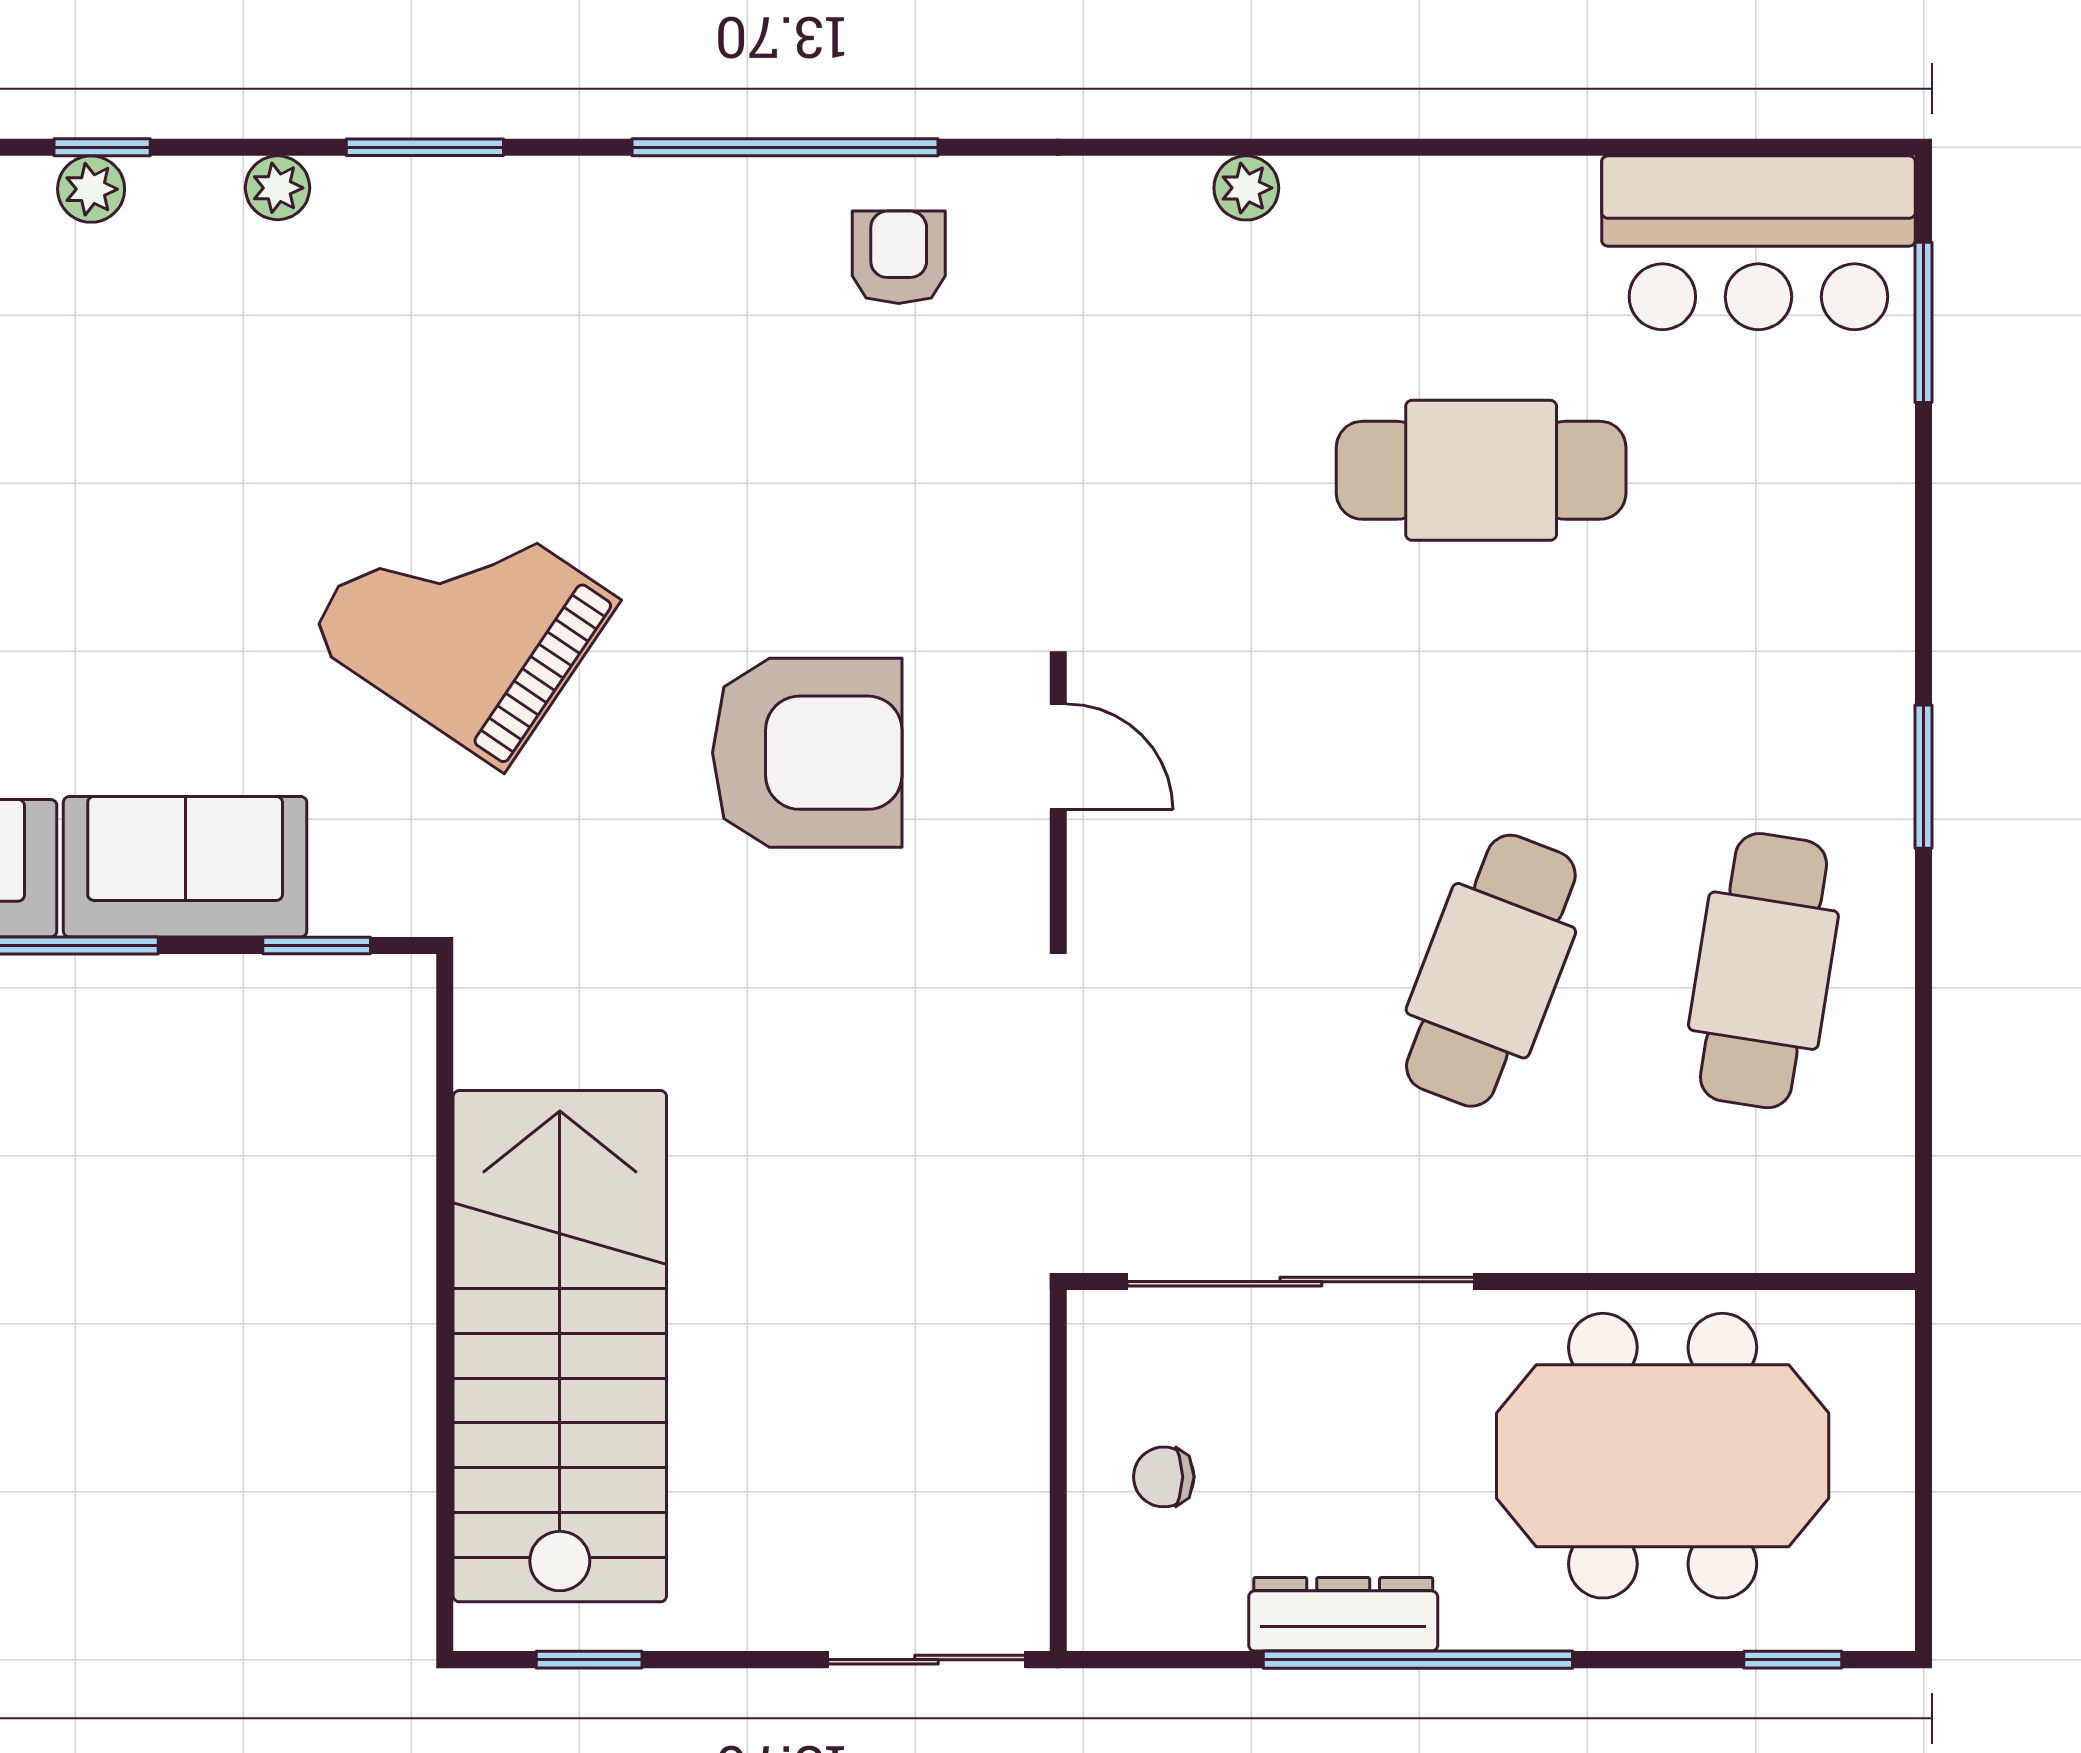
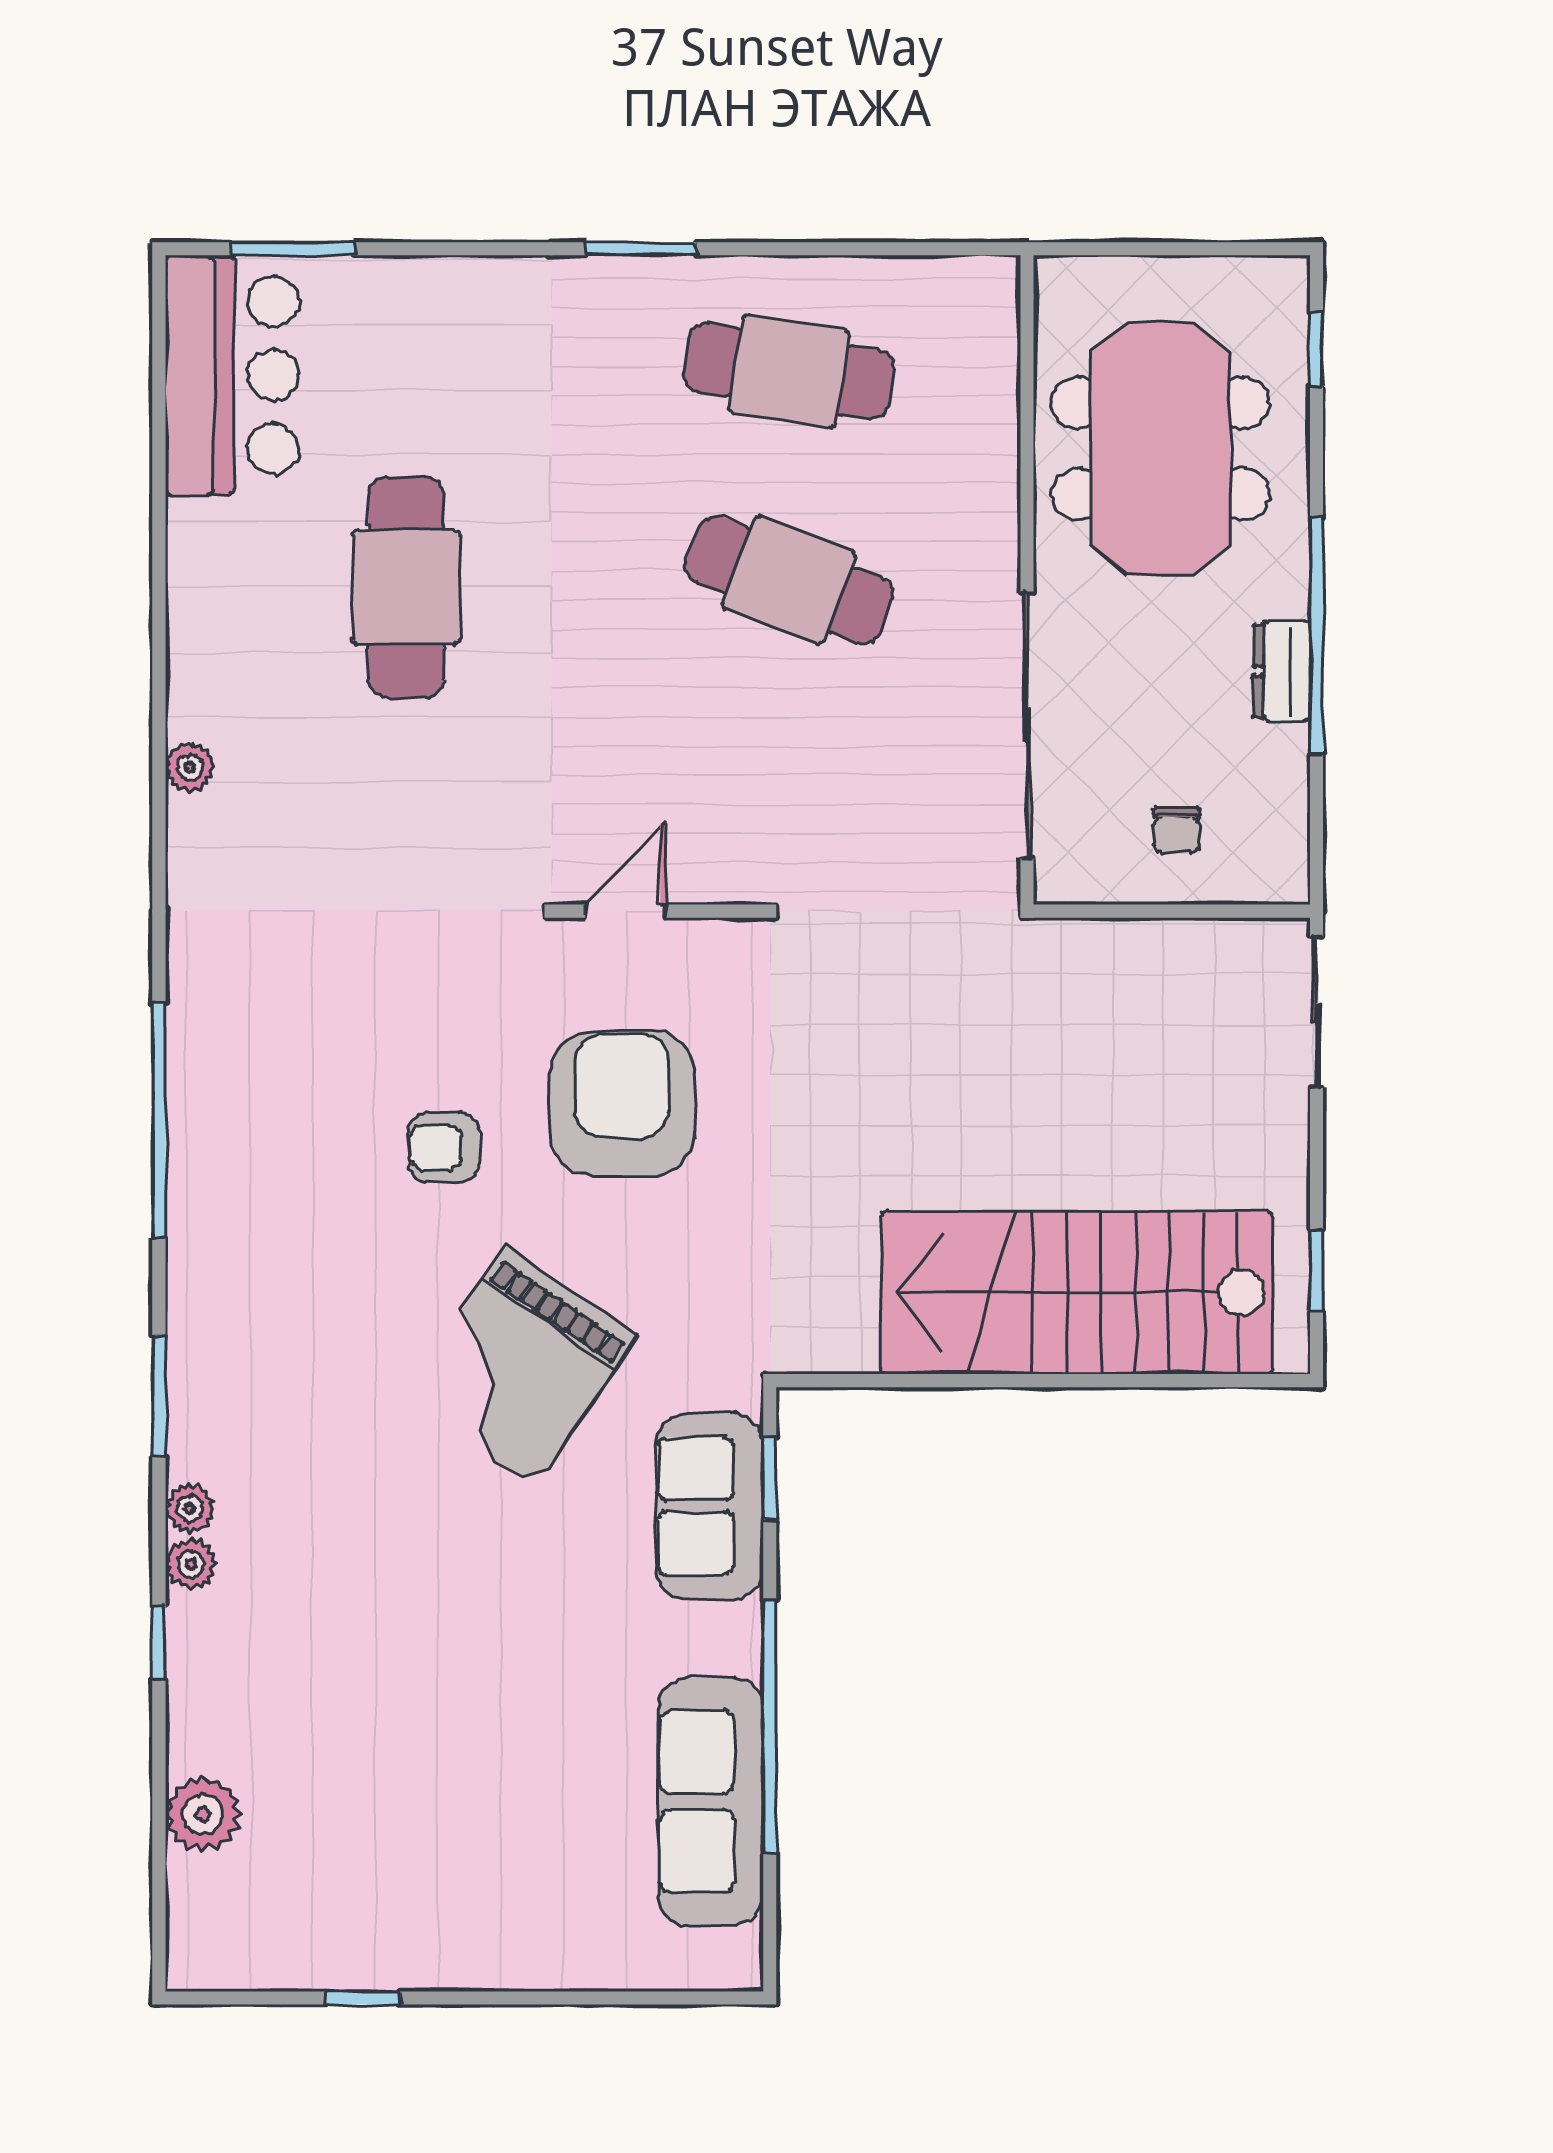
plant: (91, 189) -> (191, 1564), moved
armchair: (899, 257) -> (444, 1147), moved
sofa: (185, 867) -> (710, 1506), moved
dresser: (1343, 1614) -> (1282, 671), width x0.70

